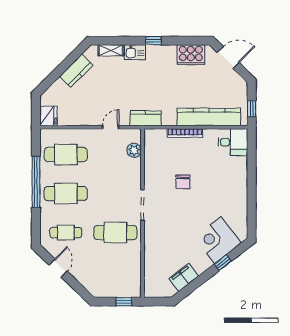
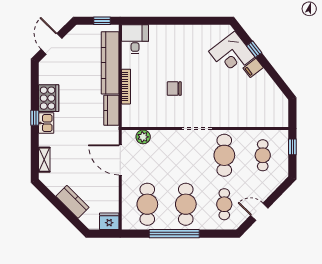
kitchen sink: (135, 52) -> (46, 123), moved
cooker: (191, 55) -> (49, 98), moved
kitchen counter: (76, 71) -> (72, 202), moved
kitchen counter: (145, 118) -> (111, 110), moved
door: (111, 127) -> (120, 160), width x1.87
chair: (183, 182) -> (174, 89), turned 180
cafe table: (115, 272) -> (263, 155), added
filing cabinet: (184, 277) -> (253, 68), moved, width x0.50

